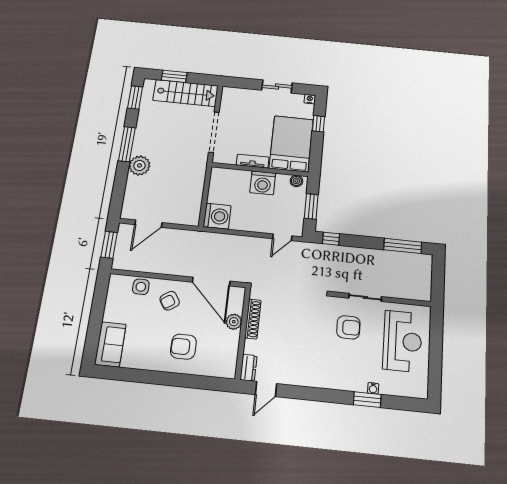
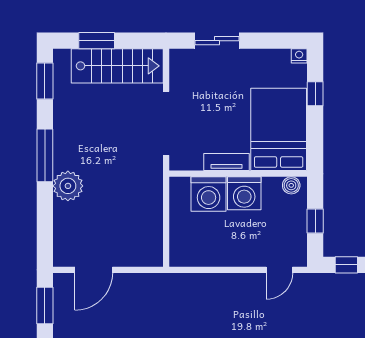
sliding door: (277, 87) -> (217, 41), moved
window: (311, 206) -> (315, 221), width x0.67
washing machine: (217, 216) -> (209, 194), moved, turned 90

